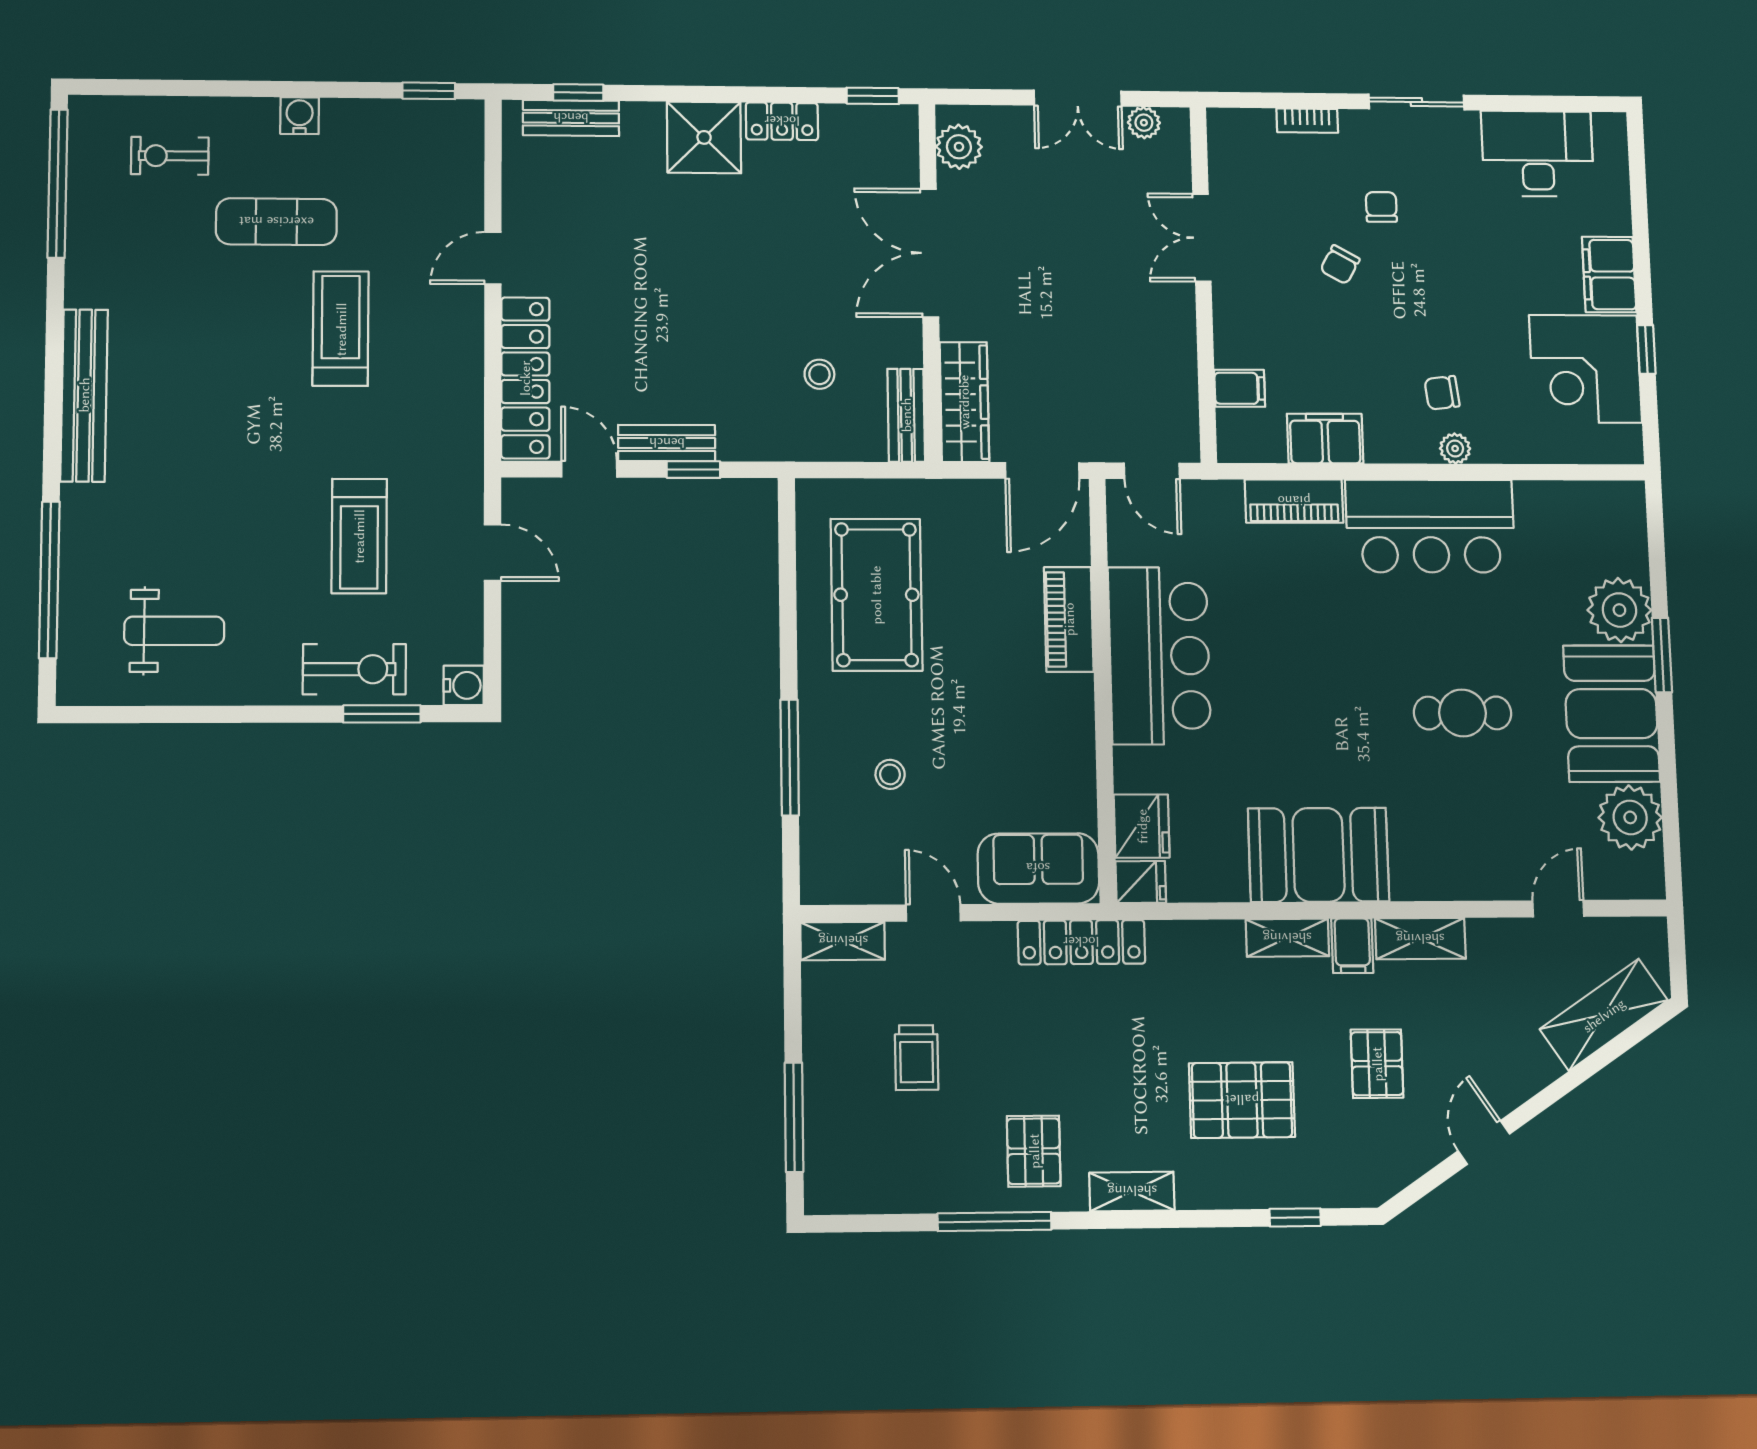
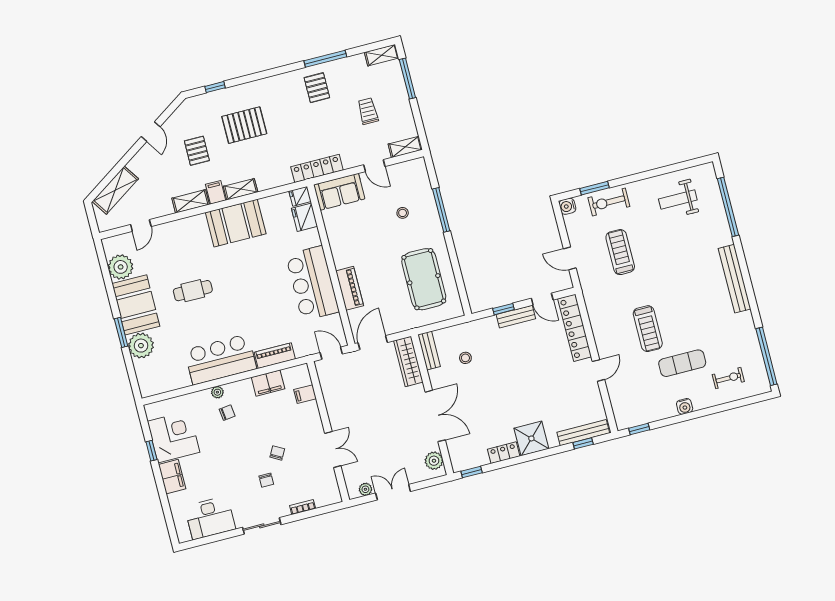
bench: (571, 118) -> (583, 433), width x1.36
shelving: (1132, 1191) -> (382, 55), moved

